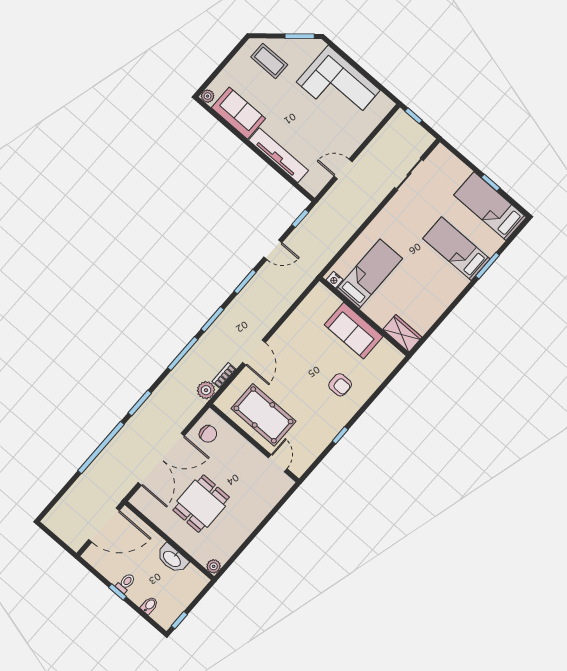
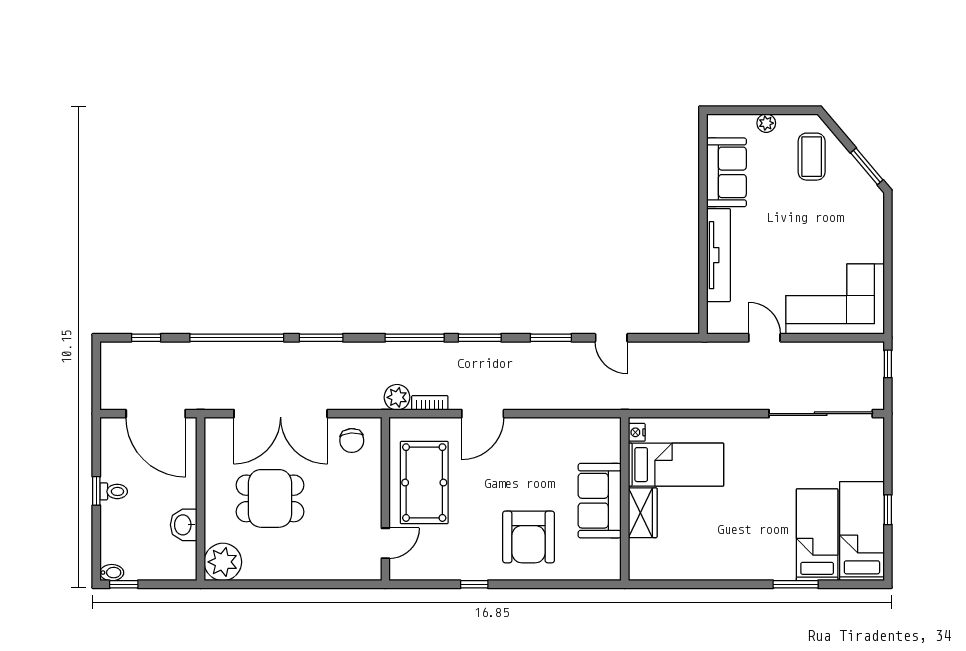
corner sofa: (338, 86) -> (835, 299), moved, turned 90
plant: (208, 96) -> (766, 123), moved
sliding door: (409, 174) -> (821, 414), width x1.86
window: (300, 218) -> (146, 338), moved
bed: (456, 249) -> (817, 535), moved
wardrobe: (402, 333) -> (643, 513), moved
armchair: (340, 385) -> (529, 537), width x1.88, depth x1.88
washbasin: (172, 559) -> (184, 525), width x0.72
plant: (214, 566) -> (223, 562), width x1.87, depth x1.87
bidet: (149, 605) -> (112, 573), moved

